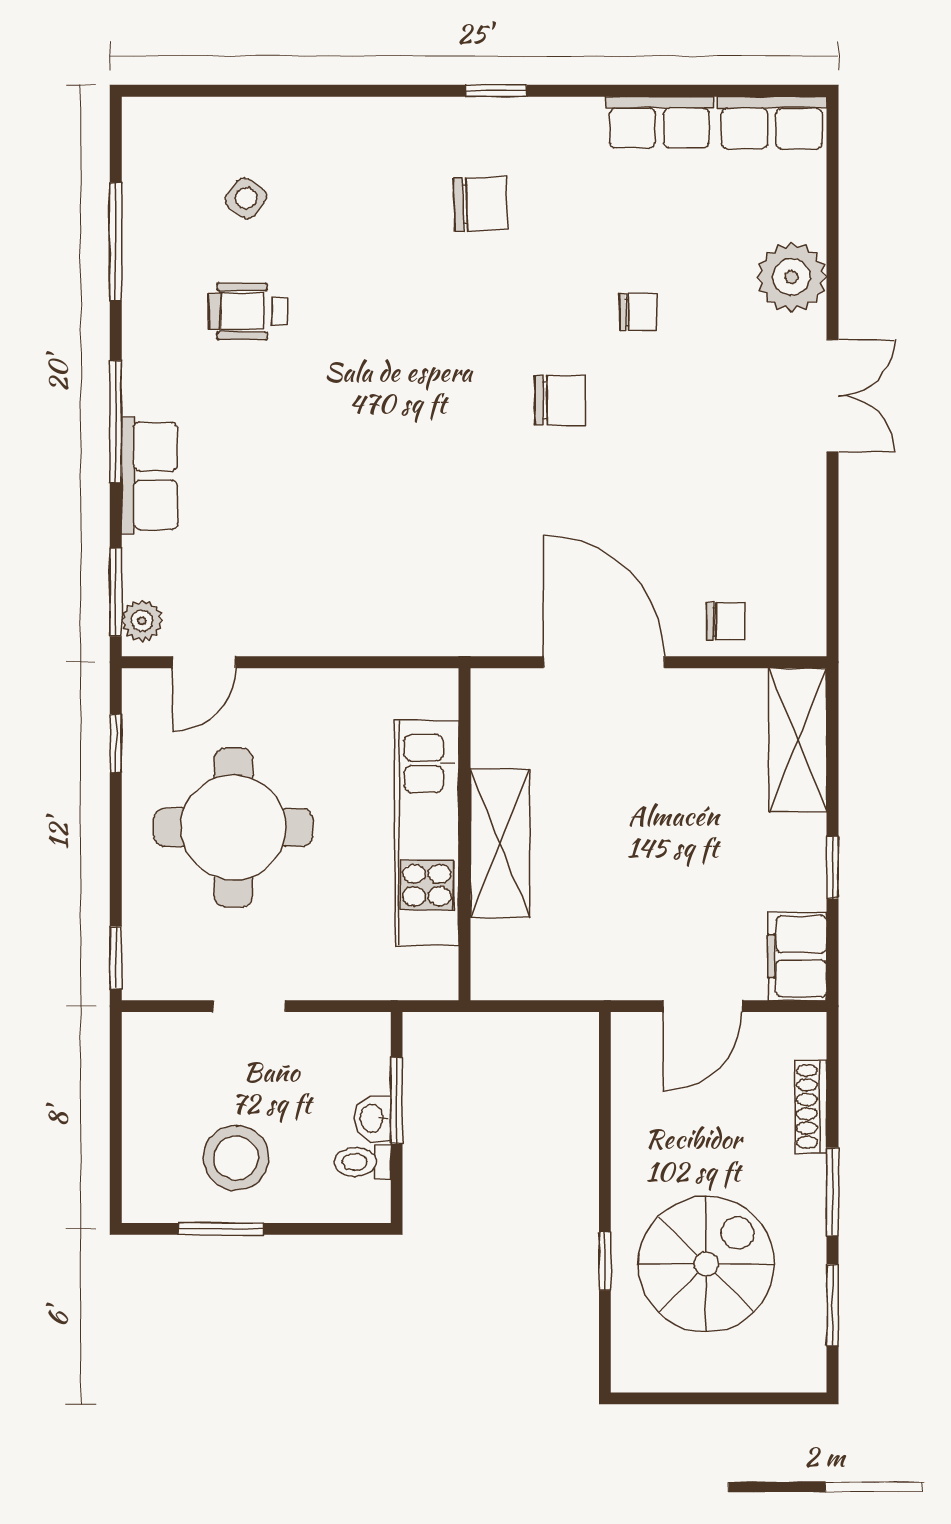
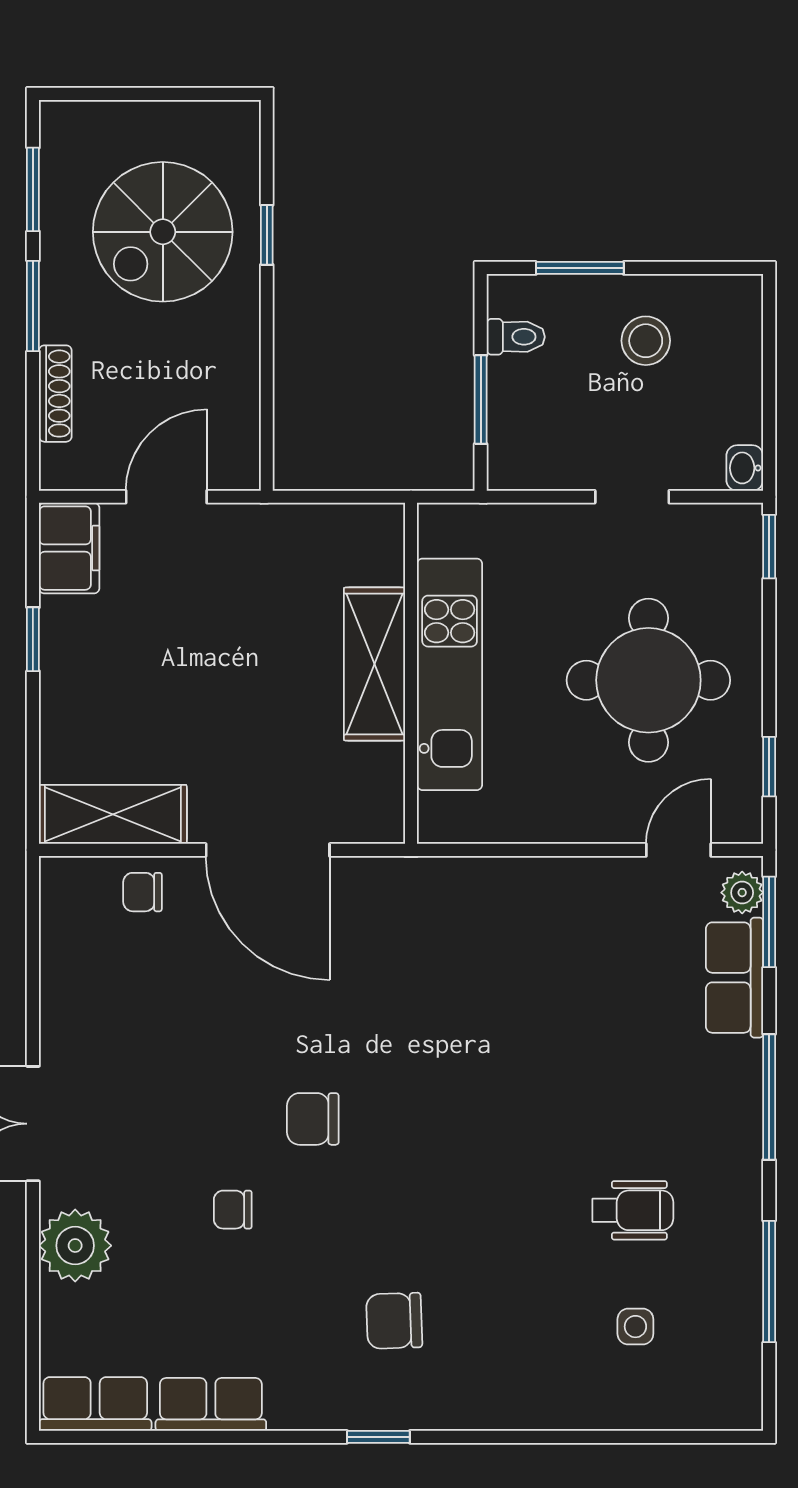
side table: (246, 198) -> (635, 1327), turned -37
row of seats: (149, 476) -> (734, 978), moved
shelving: (798, 740) -> (113, 814), moved, turned 90
washbasin: (373, 1118) -> (745, 468), moved, turned 180
stool: (236, 1158) -> (646, 341), width x0.73, depth x0.73
window: (221, 1229) -> (580, 268), moved

